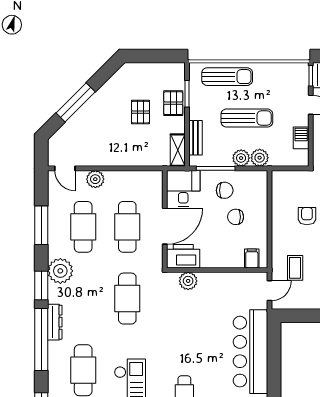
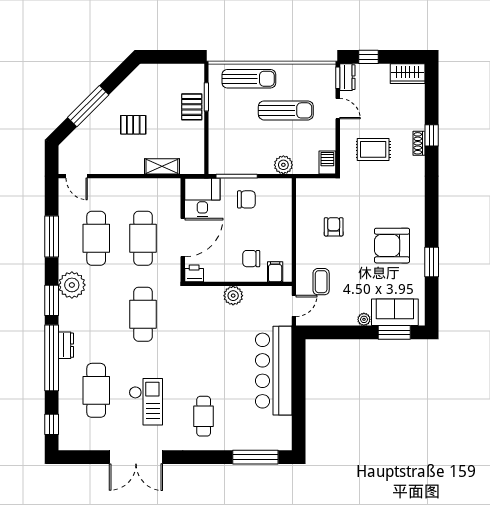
pallet: (141, 112) -> (133, 125), moved, turned 90
sun lounger: (247, 118) -> (286, 110), moved
bench: (196, 138) -> (215, 144), removed
barbecue: (301, 138) -> (327, 163), moved
shelving: (178, 150) -> (162, 166), moved, turned 90
plant: (241, 158) -> (264, 165), removed
plant: (95, 179) -> (109, 188), removed
chair: (236, 217) -> (251, 259), moved
printer: (183, 256) -> (194, 273), width x0.53, depth x0.68
plant: (188, 281) -> (233, 296), moved
dresser: (55, 322) -> (66, 345), width x0.70

